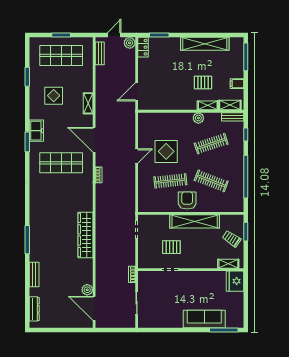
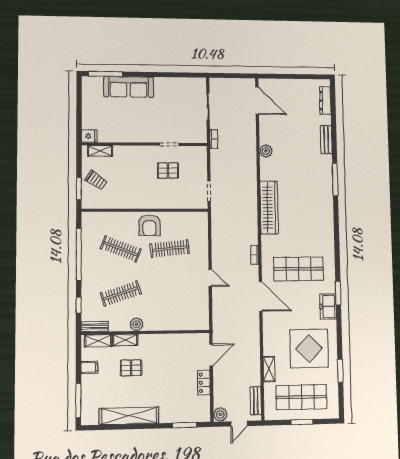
locker: (143, 47) -> (204, 383), moved
display table: (54, 96) -> (309, 348), width x1.86, depth x1.86
shelving: (88, 103) -> (269, 369), moved
display table: (166, 151) -> (175, 284), removed
door: (137, 156) -> (210, 278), swing flipped
shelving: (195, 221) -> (140, 201), removed
wardrobe: (85, 235) -> (269, 208), moved
fridge: (235, 281) -> (89, 136), width x0.53, depth x0.75
plant: (87, 290) -> (266, 151), moved

